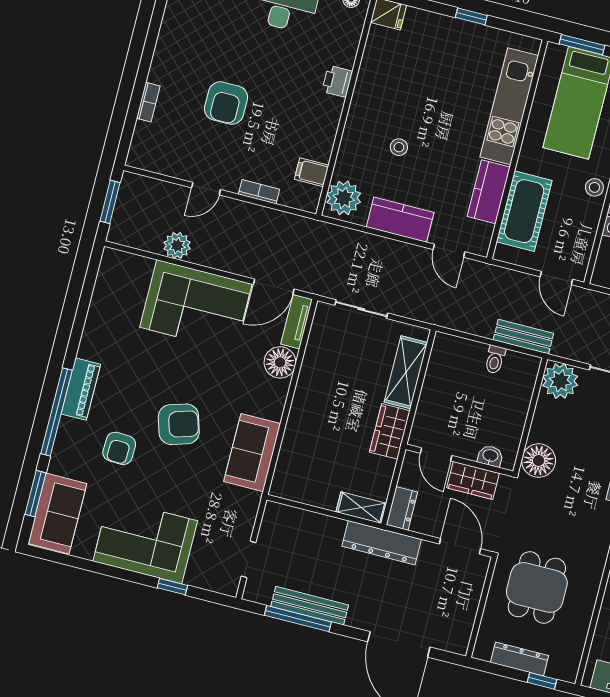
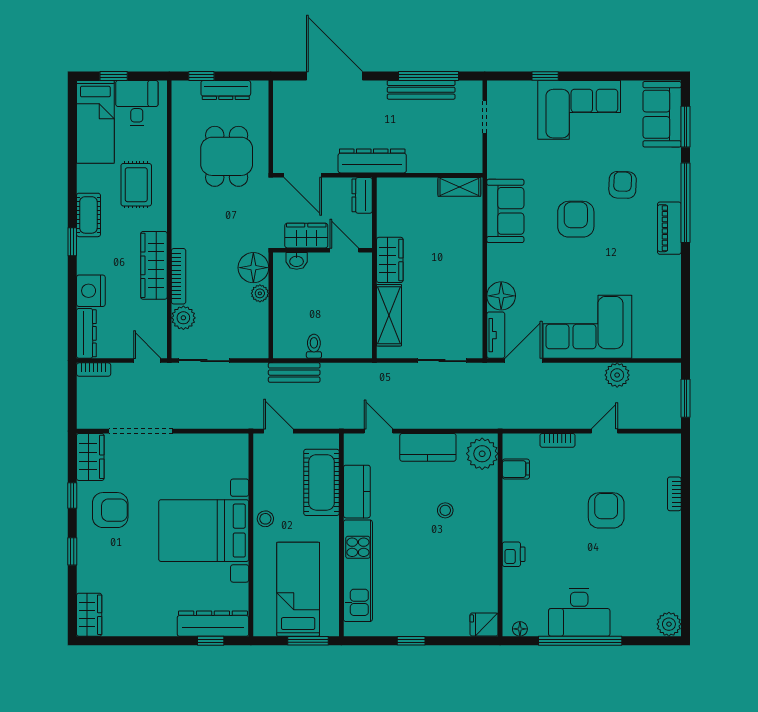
plant: (560, 381) -> (260, 293), moved, width x0.53, depth x0.53
armchair: (179, 424) -> (576, 219), turned 107
shelving: (361, 508) -> (459, 187), moved

